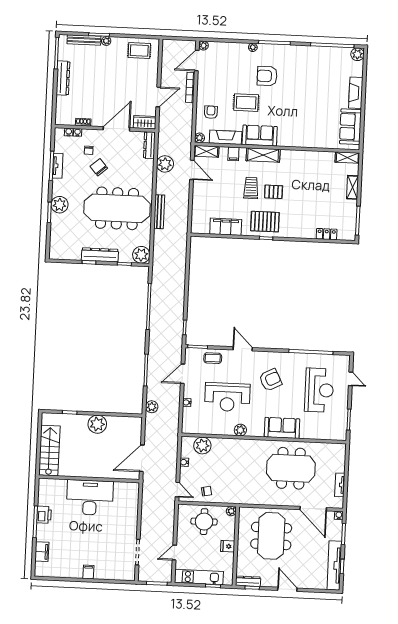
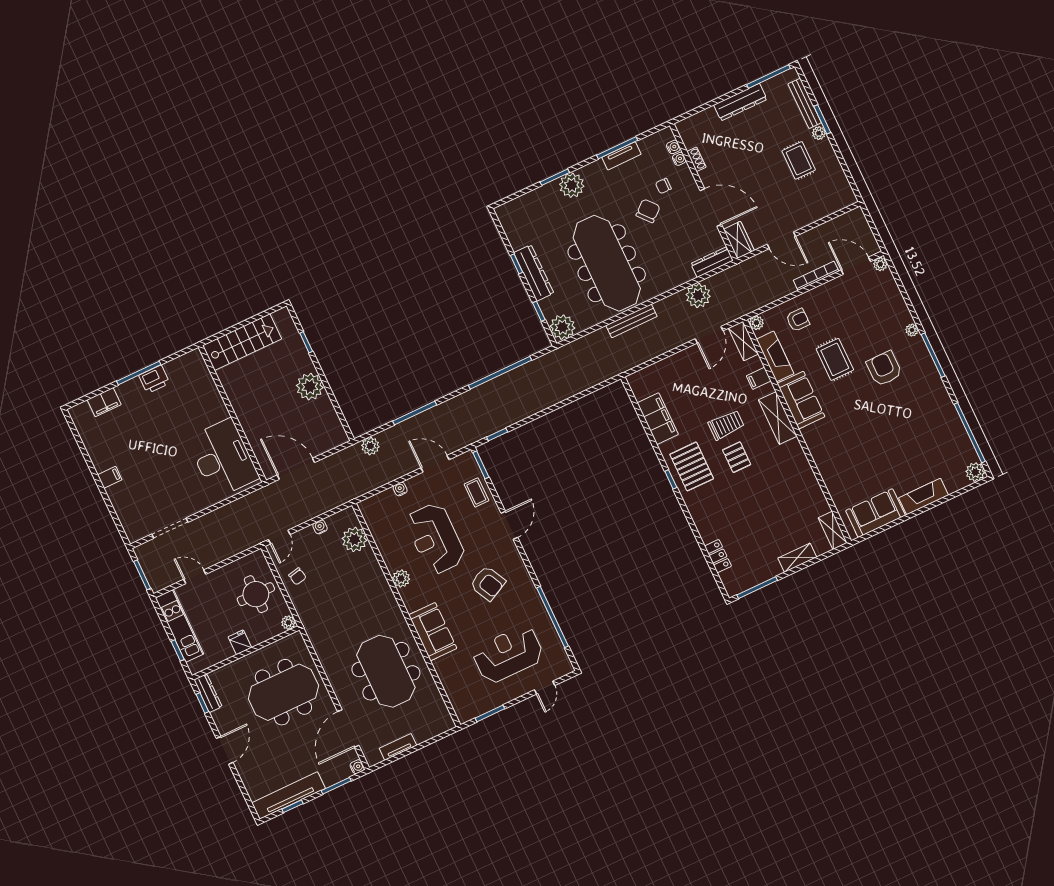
rug: (139, 50) -> (799, 160), moved
reception desk: (319, 390) -> (508, 654), turned 180
desk: (90, 498) -> (223, 458), moved

